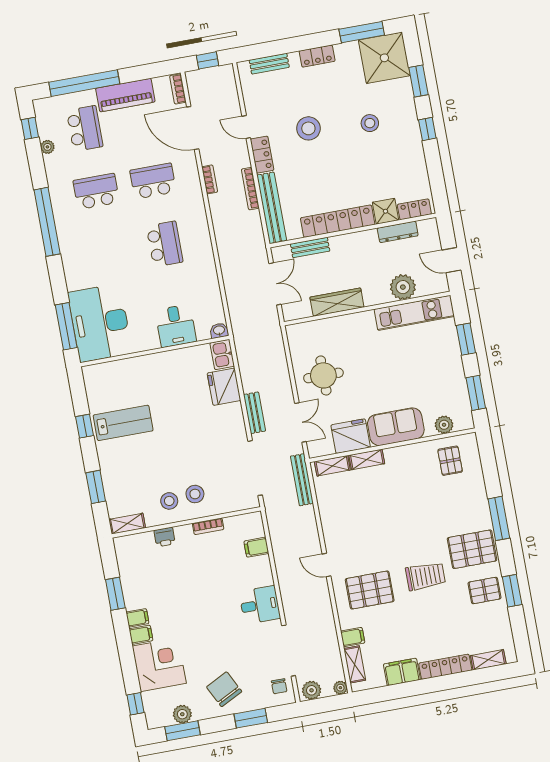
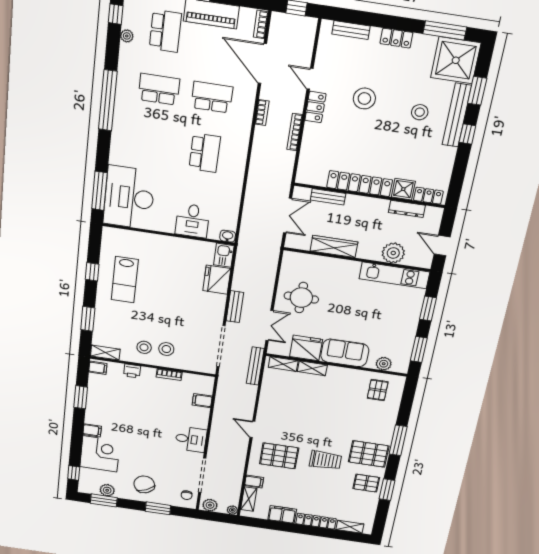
bench: (272, 208) -> (457, 115), moved
lab bench: (123, 423) -> (125, 280), turned 90
filing cabinet: (137, 618) -> (98, 368), moved

